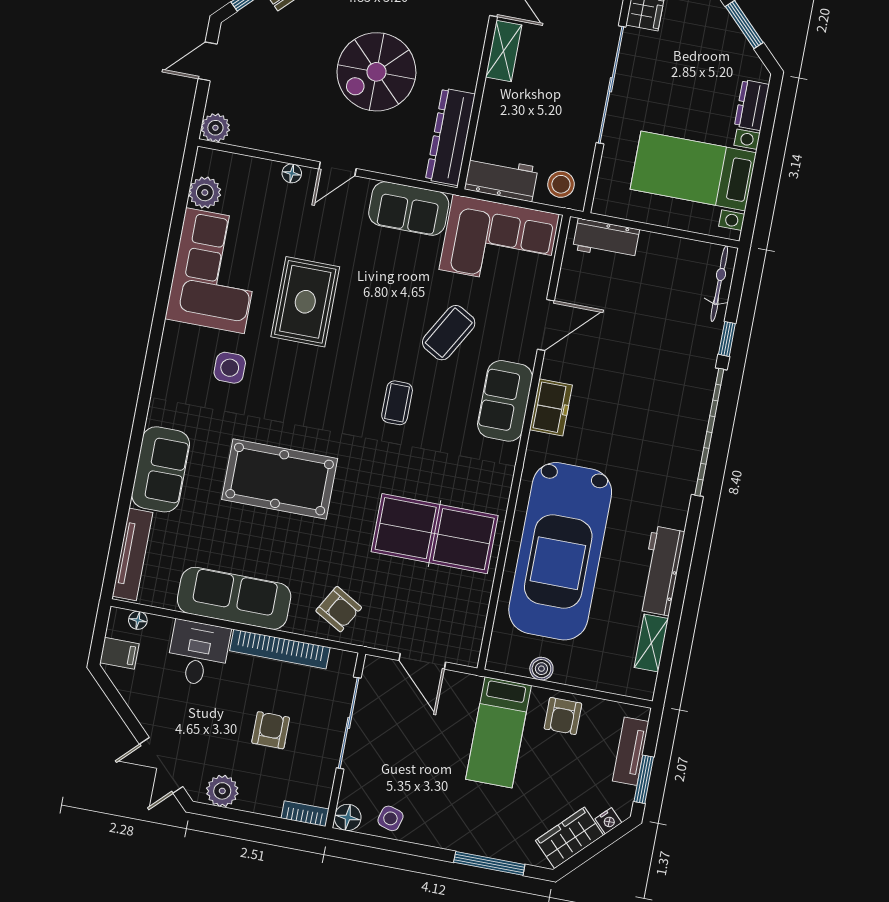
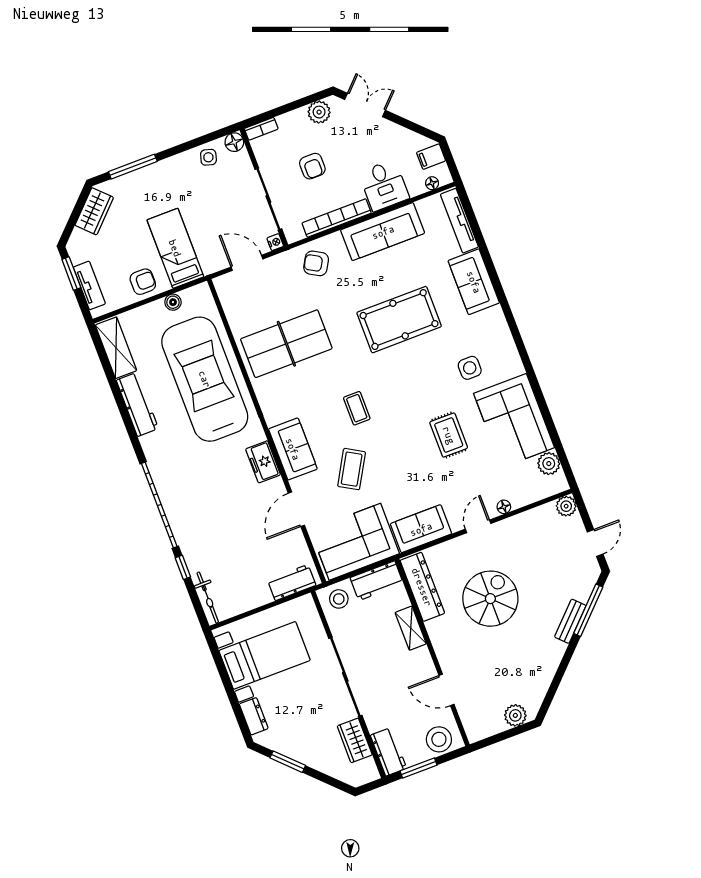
shelving: (504, 51) -> (411, 628), moved
rug: (305, 302) -> (449, 435), width x0.73, depth x0.70
shelving: (651, 643) -> (116, 348), width x1.50, depth x1.33
armchair: (563, 716) -> (143, 282), turned 90
nightstand: (608, 821) -> (275, 242), moved, turned 135

